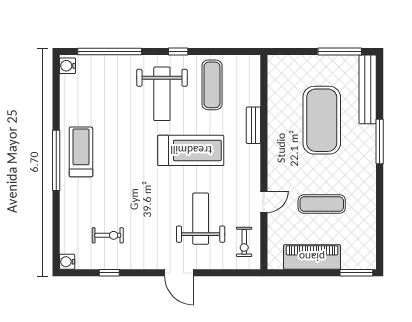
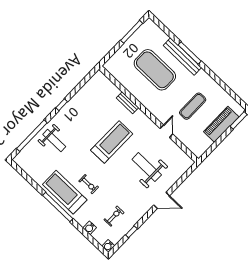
water cooler: (67, 66) -> (90, 228), moved
exercise mat: (212, 85) -> (91, 104), removed
bench: (368, 89) -> (182, 56), moved
weight bench: (162, 94) -> (54, 141), moved, width x0.73, depth x0.75
treadmill: (81, 152) -> (65, 192), width x1.37, depth x1.38
exercise bike: (244, 242) -> (89, 184), moved
piano: (312, 257) -> (221, 124), moved

